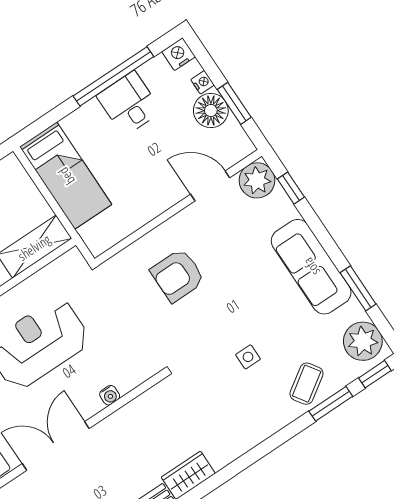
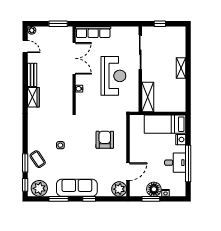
nightstand: (179, 54) -> (181, 140), moved
window: (291, 188) -> (89, 199), moved

